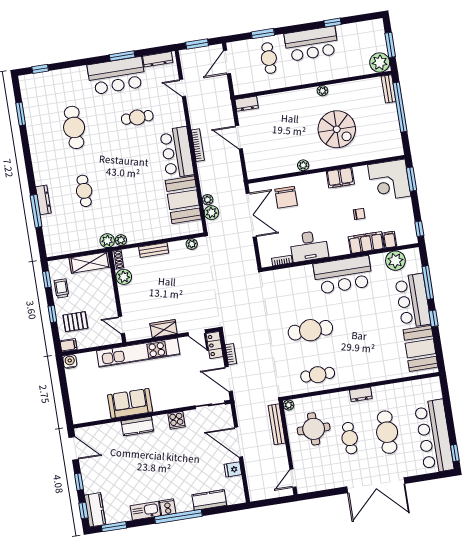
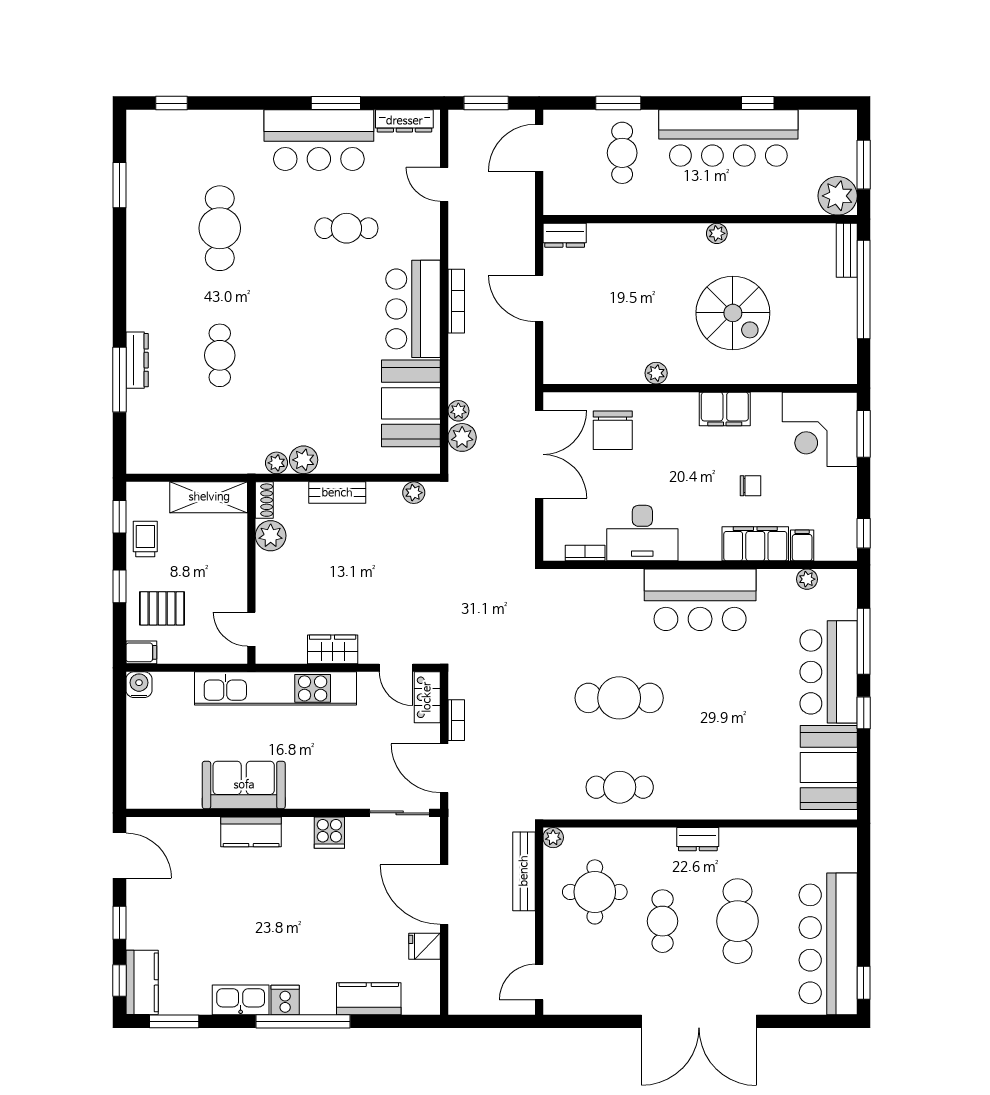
bar counter: (311, 44) -> (728, 138), width x1.36
plant: (107, 241) -> (304, 460), moved
plant: (395, 261) -> (807, 579), width x0.53, depth x0.53

